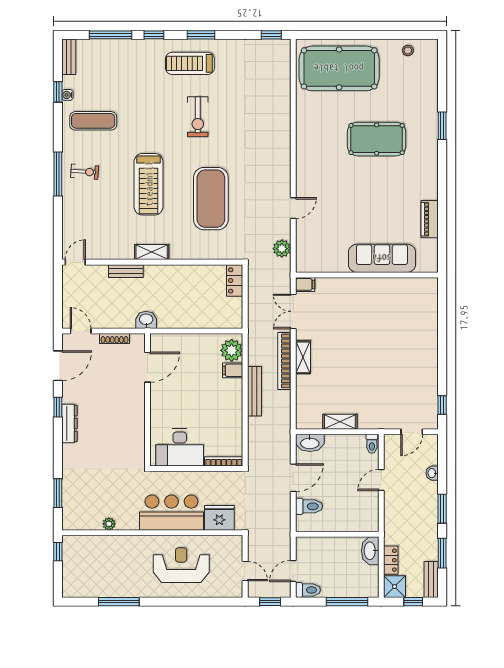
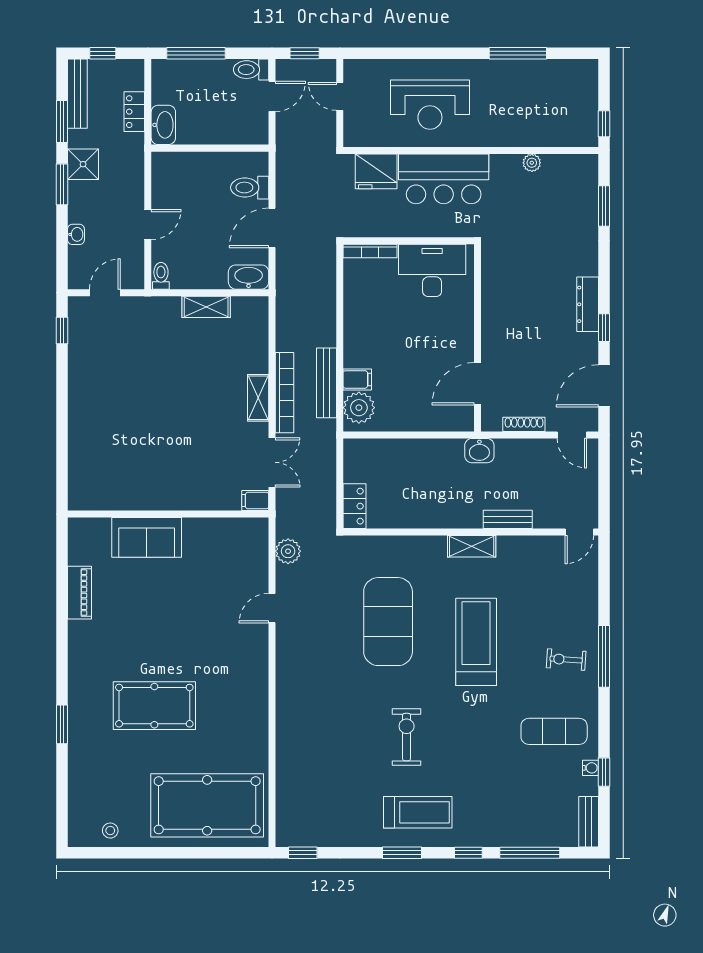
sofa: (382, 258) -> (147, 537), width x0.73
bench: (254, 391) -> (327, 383), moved
bench: (431, 579) -> (77, 94), width x1.36
shower: (395, 587) -> (83, 164), moved

